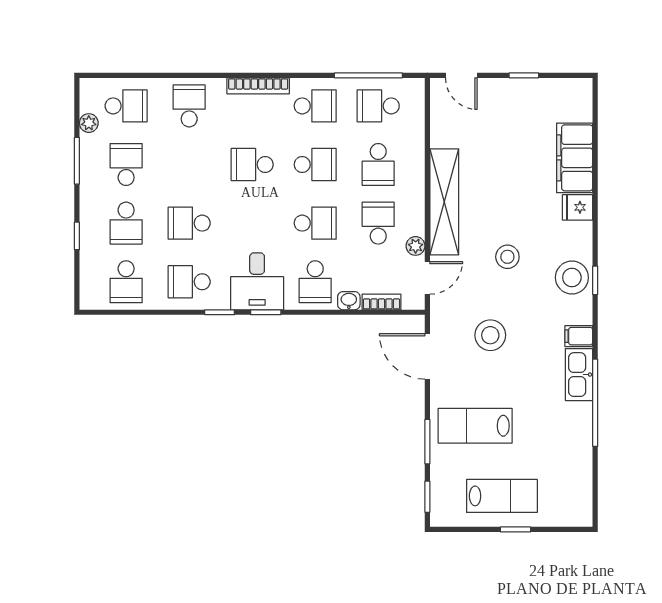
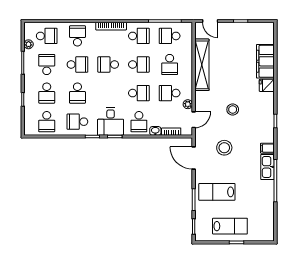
school desk: (189, 165) -> (77, 65), added
shelving: (444, 202) -> (202, 65), moved
school desk: (189, 223) -> (77, 93), turned -90
school desk: (378, 223) -> (170, 93), turned -90
stool: (572, 278) -> (264, 120), removed

